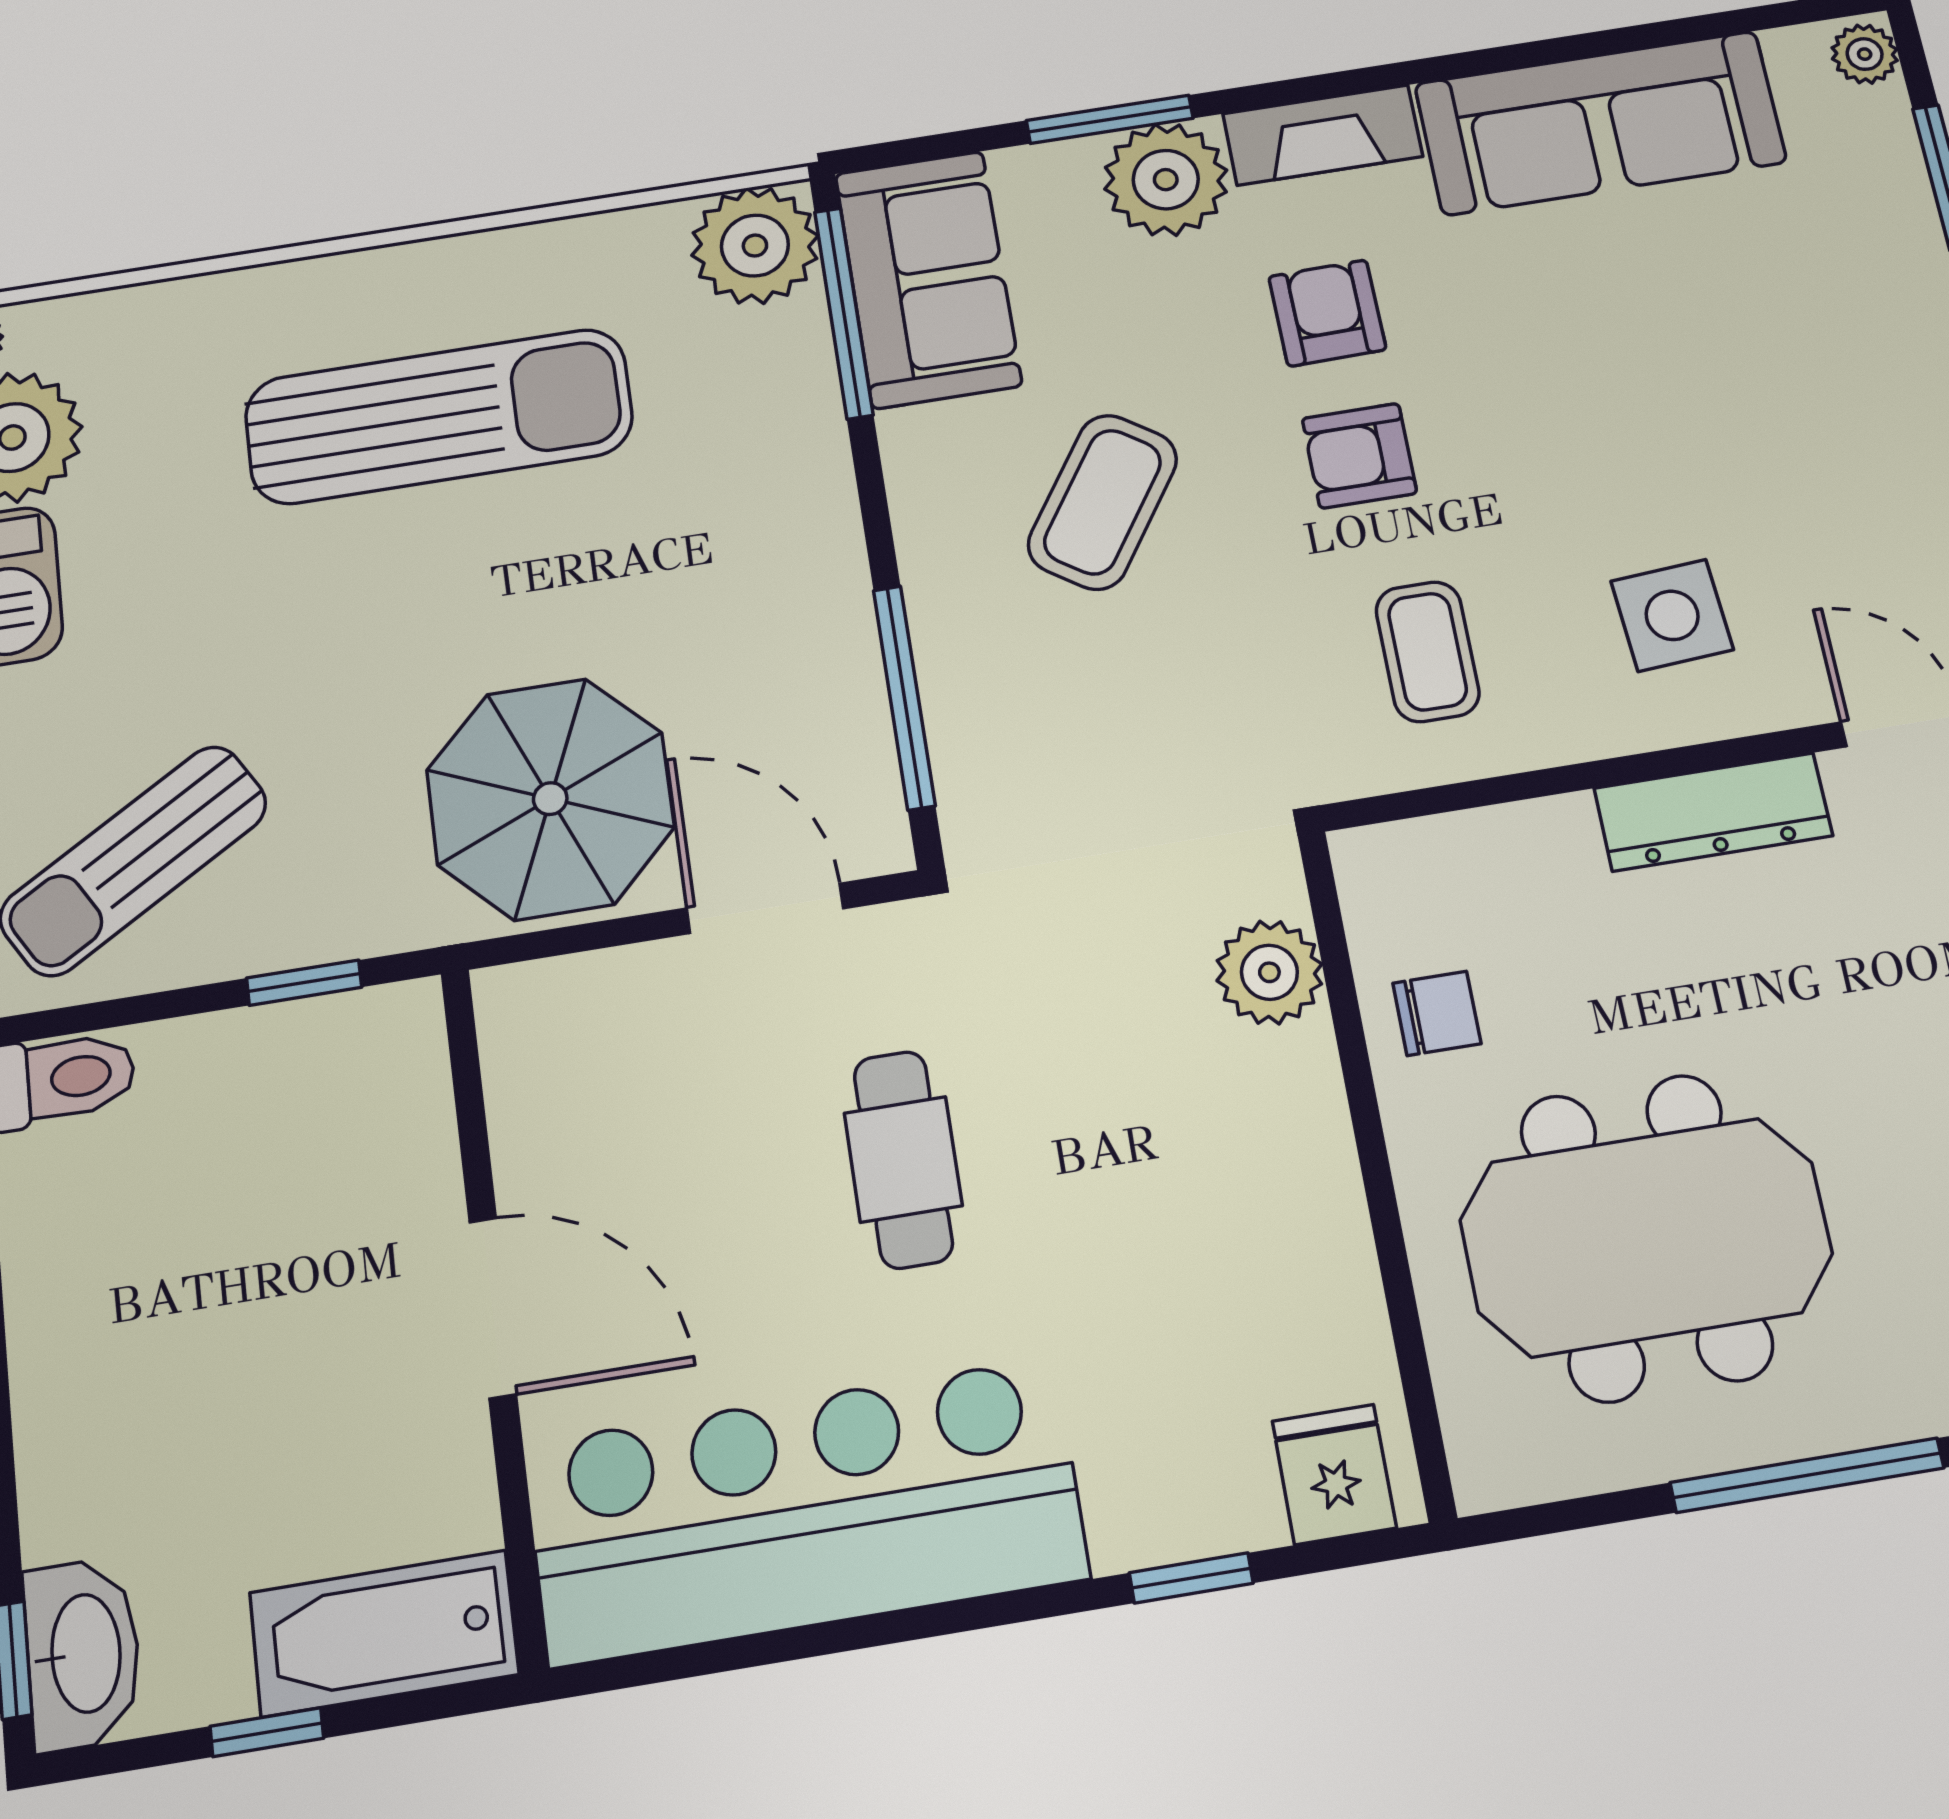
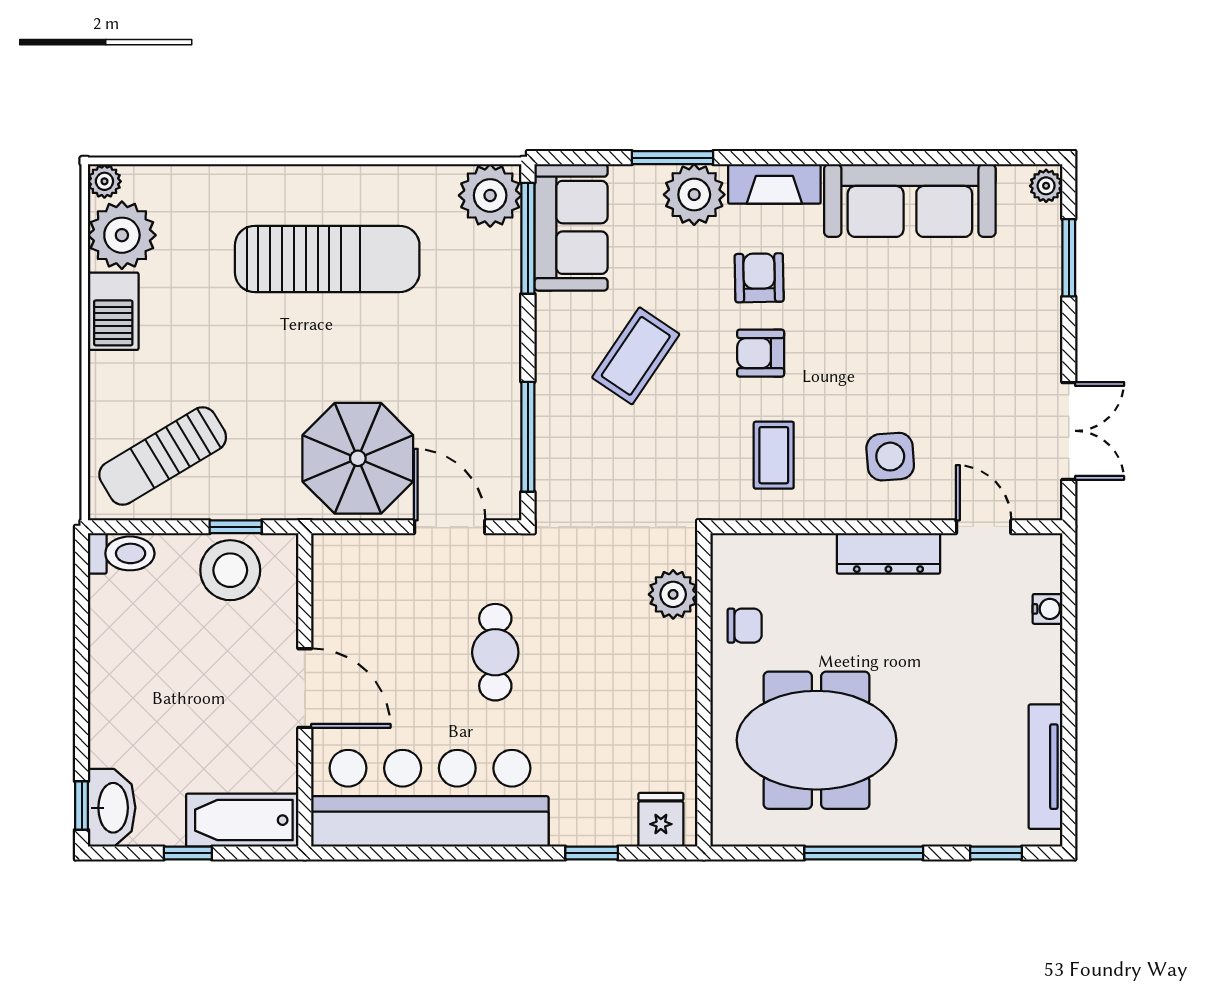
stool: (301, 1077) -> (230, 570), added

